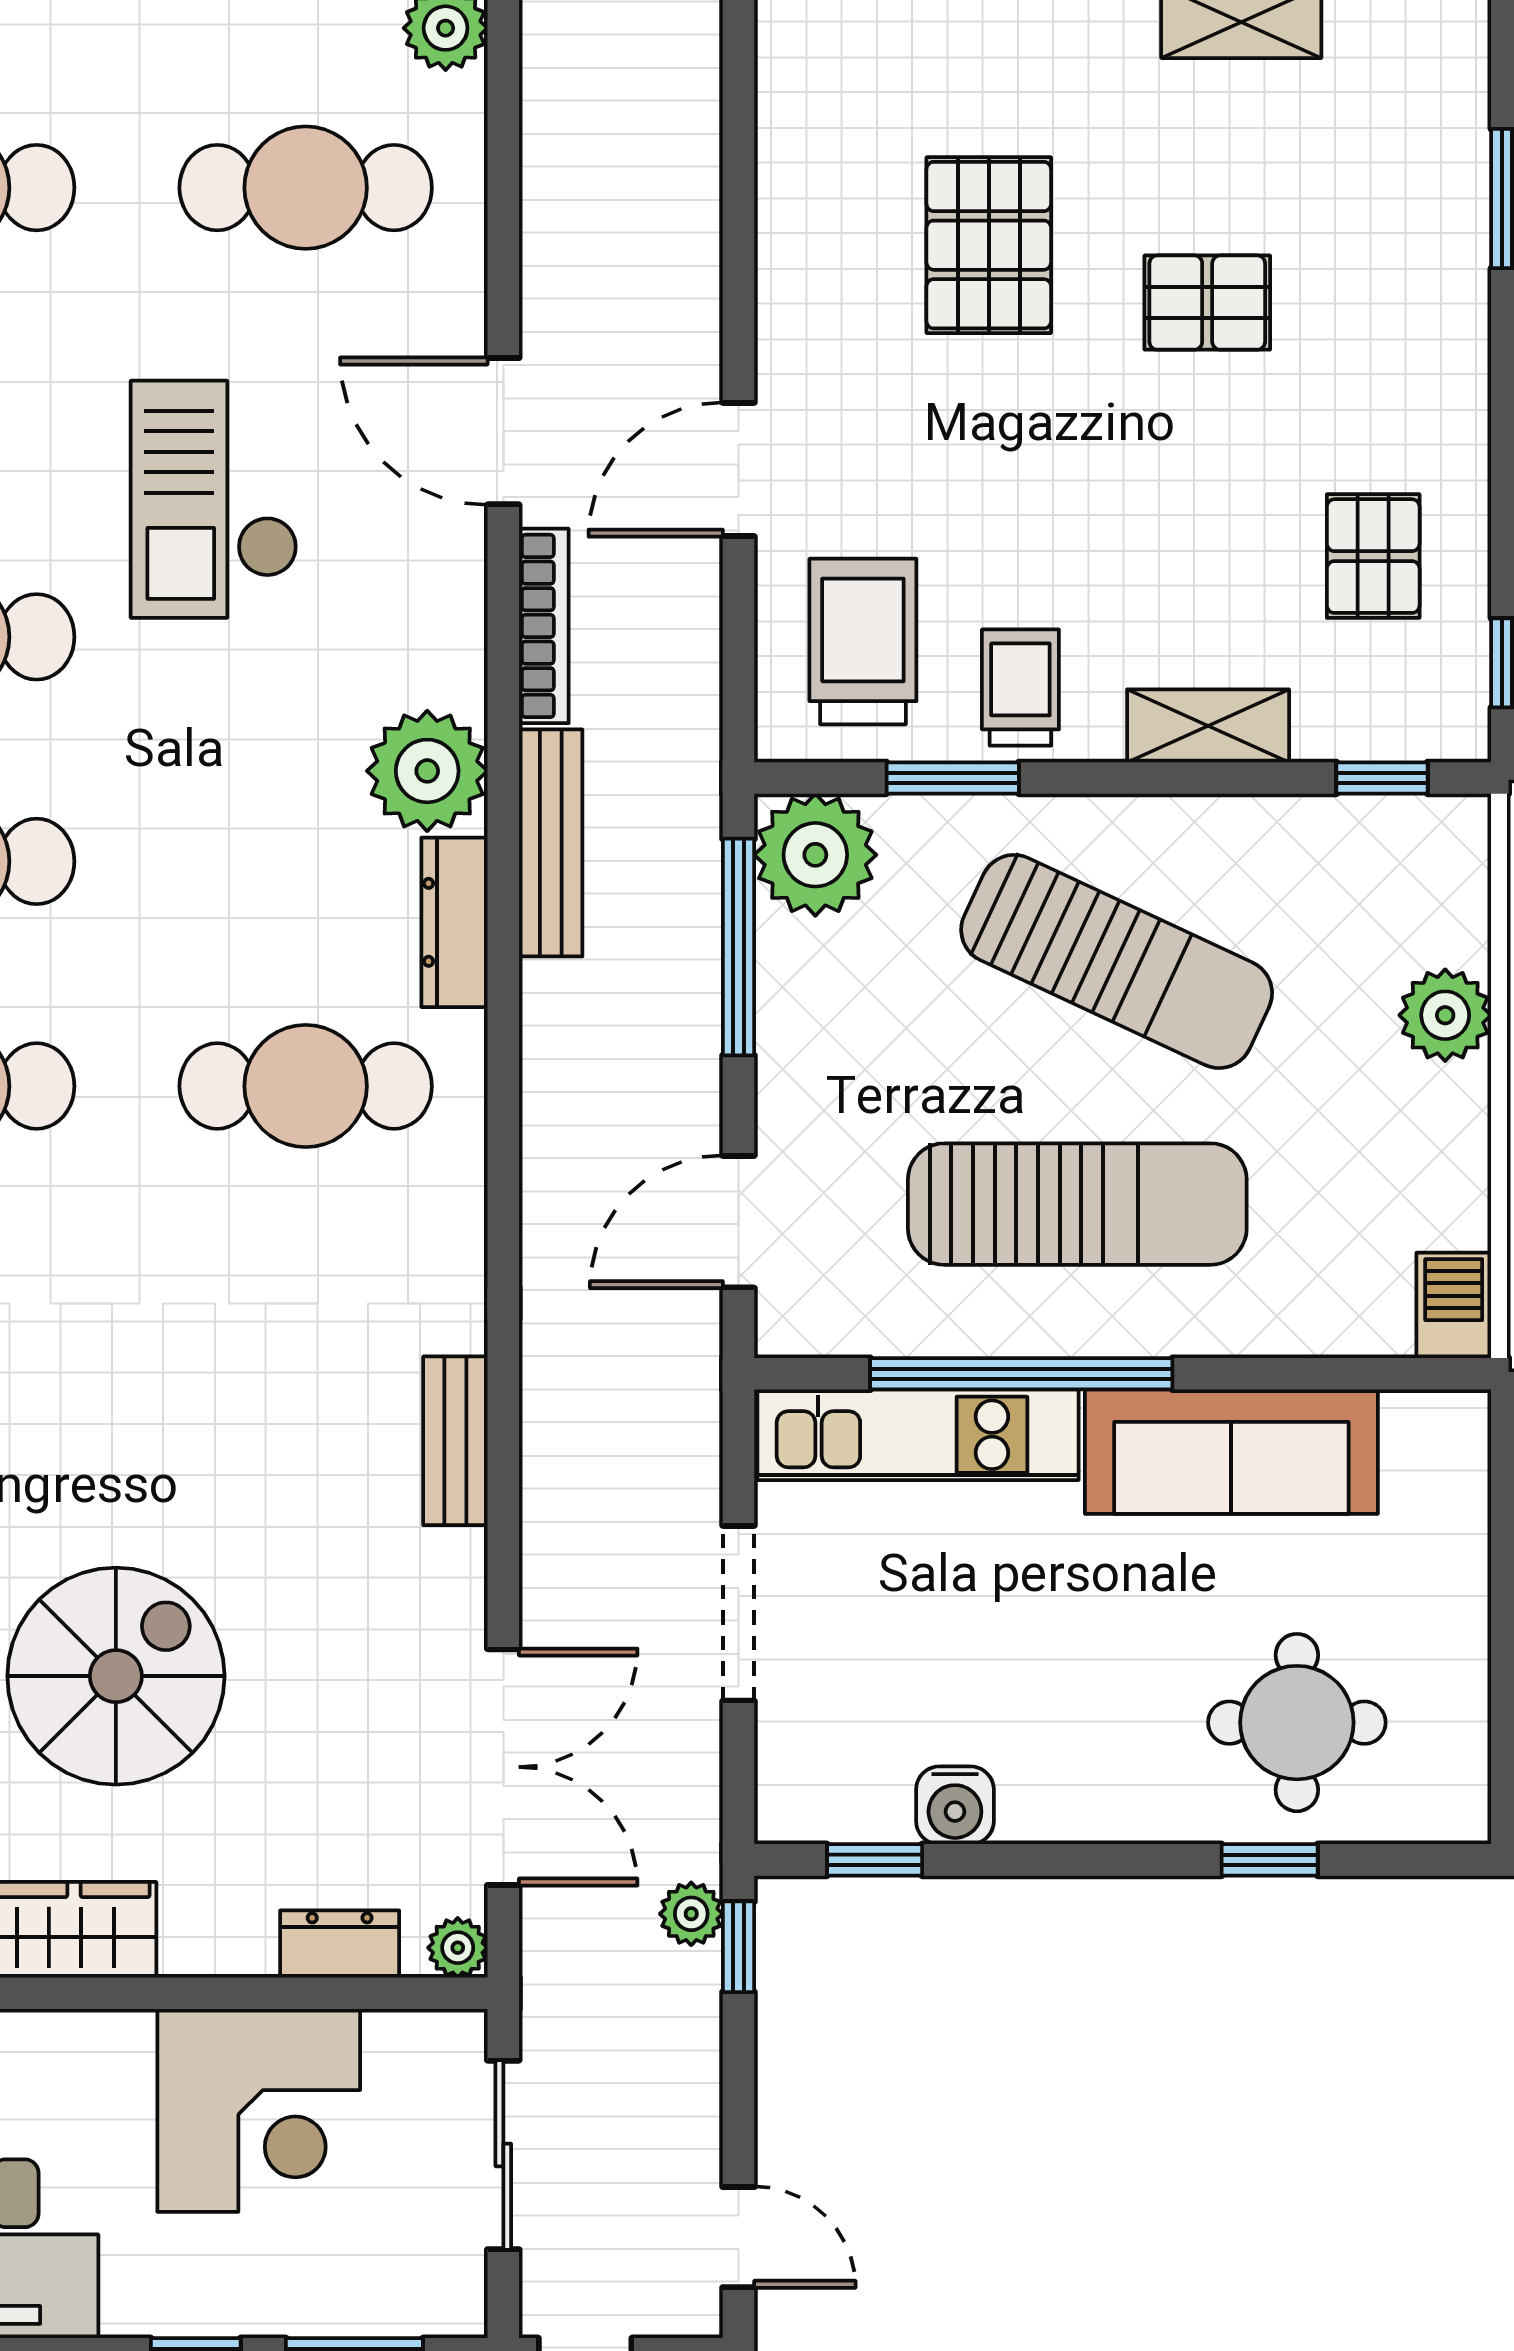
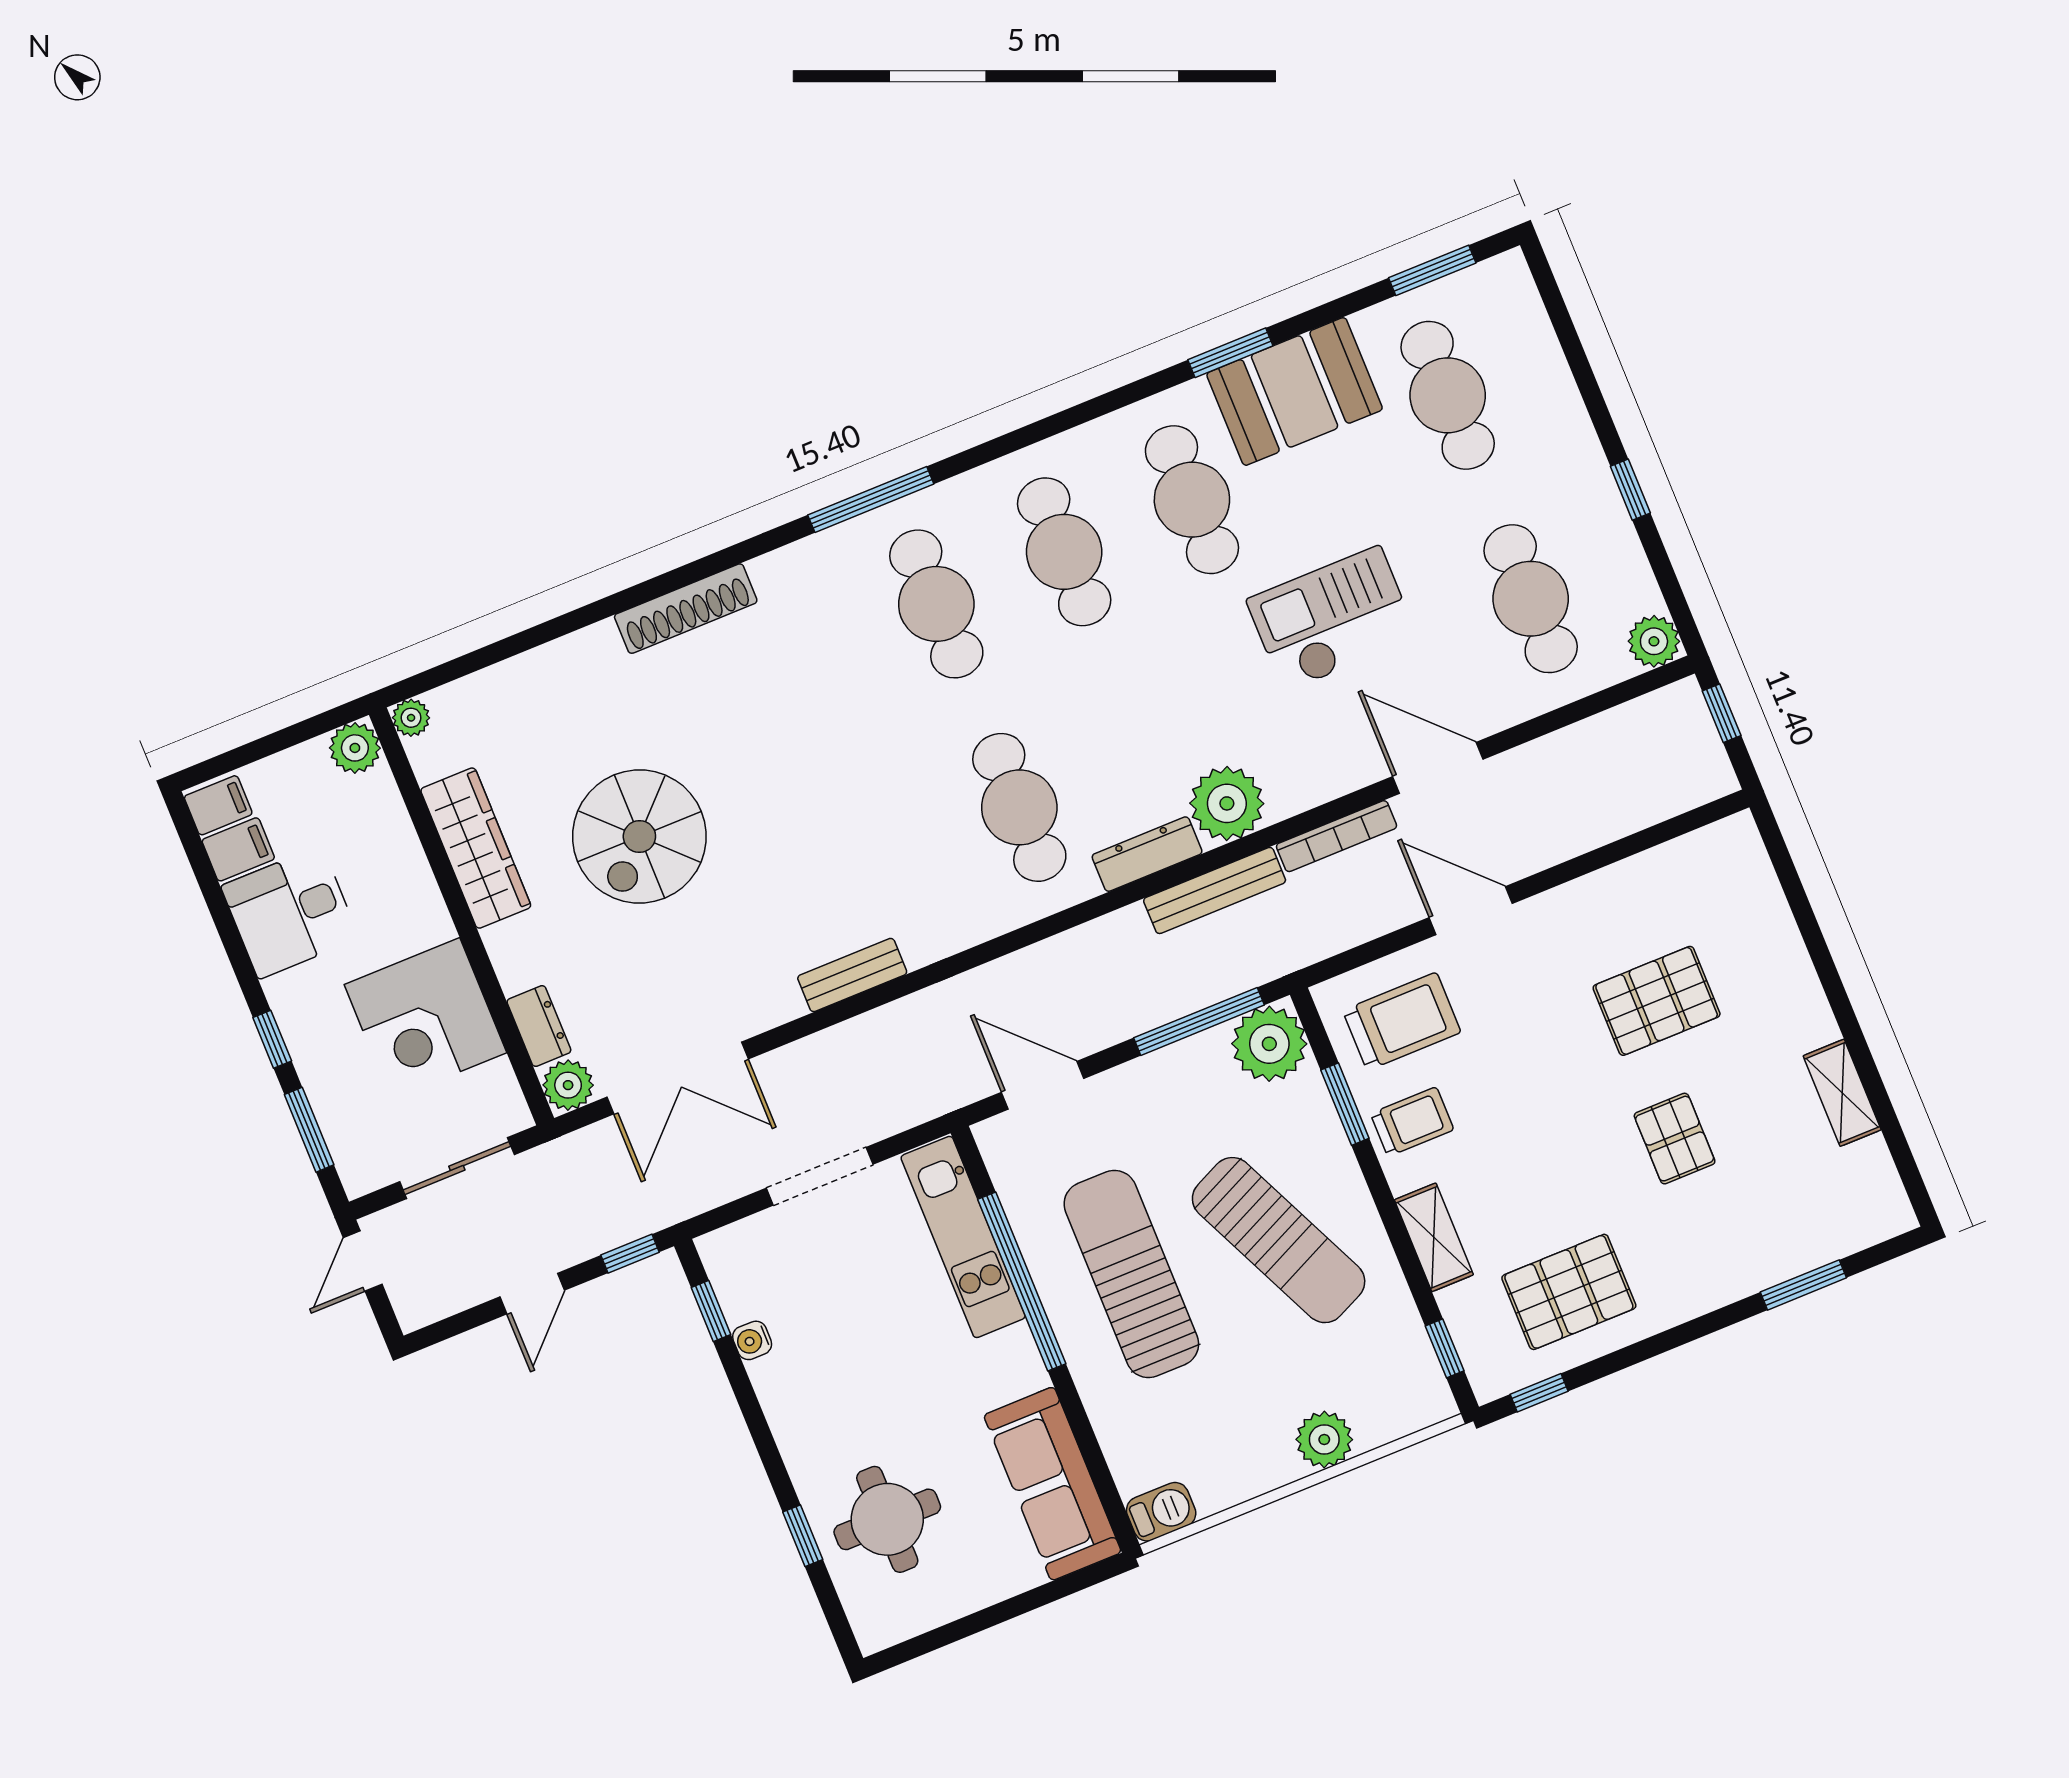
door: (503, 431) -> (1438, 768), hinge flipped
pallet: (1373, 556) -> (1569, 1292), width x1.50, depth x1.42
sun lounger: (1117, 961) -> (1279, 1240), turned -50
sun lounger: (1077, 1204) -> (1131, 1274), turned 180
sofa: (1231, 1452) -> (1053, 1484), moved
spiral stairs: (116, 1676) -> (639, 836), turned 90
water cooler: (955, 1805) -> (752, 1340), width x0.72, depth x0.72
plant: (691, 1914) -> (638, 1219), removed
plant: (458, 1948) -> (568, 1085), width x1.38, depth x1.38
door: (738, 2237) -> (532, 1294), moved

